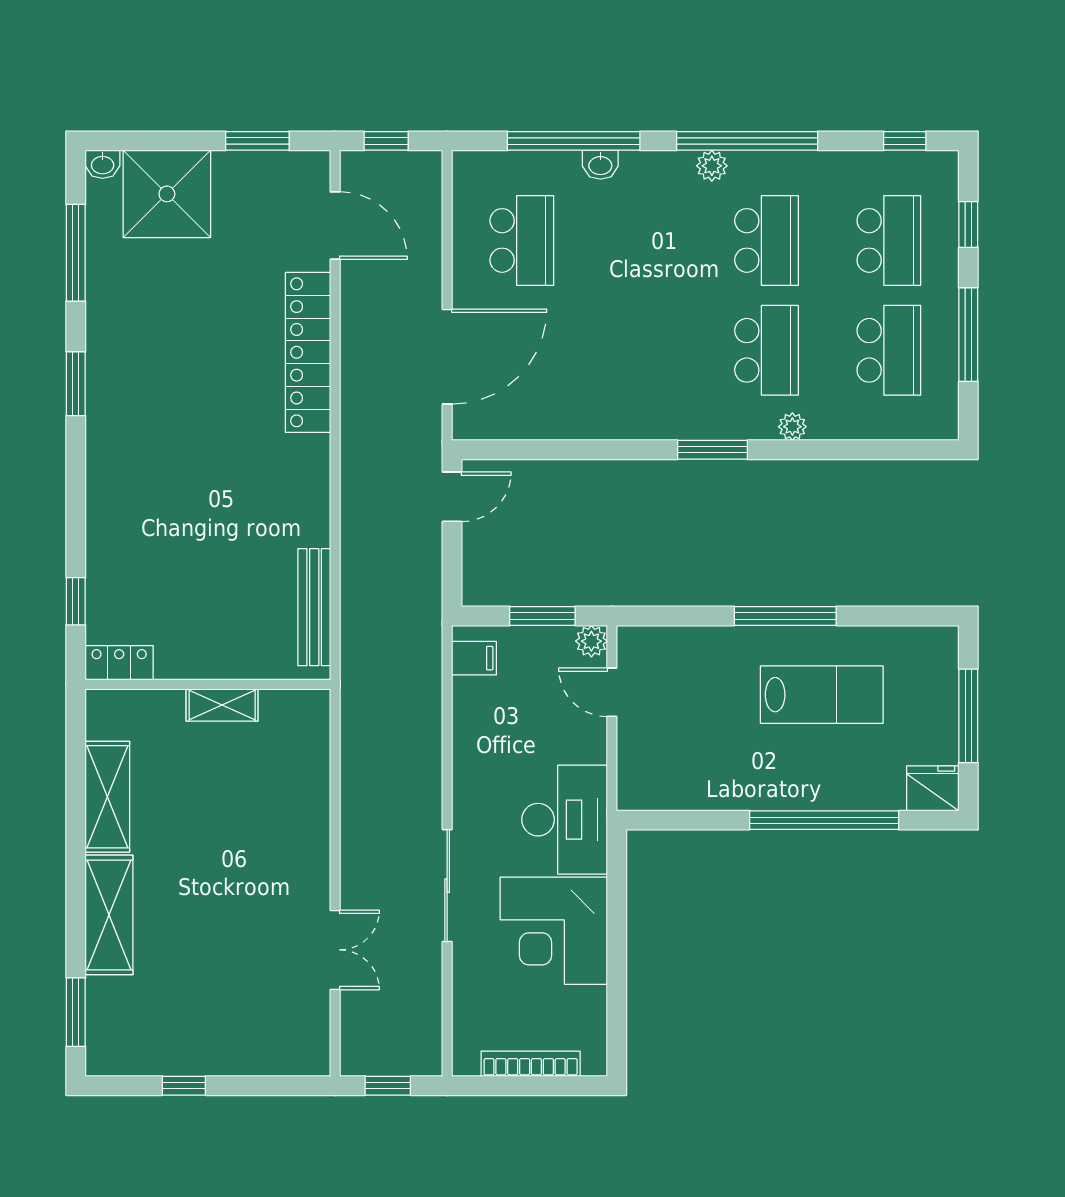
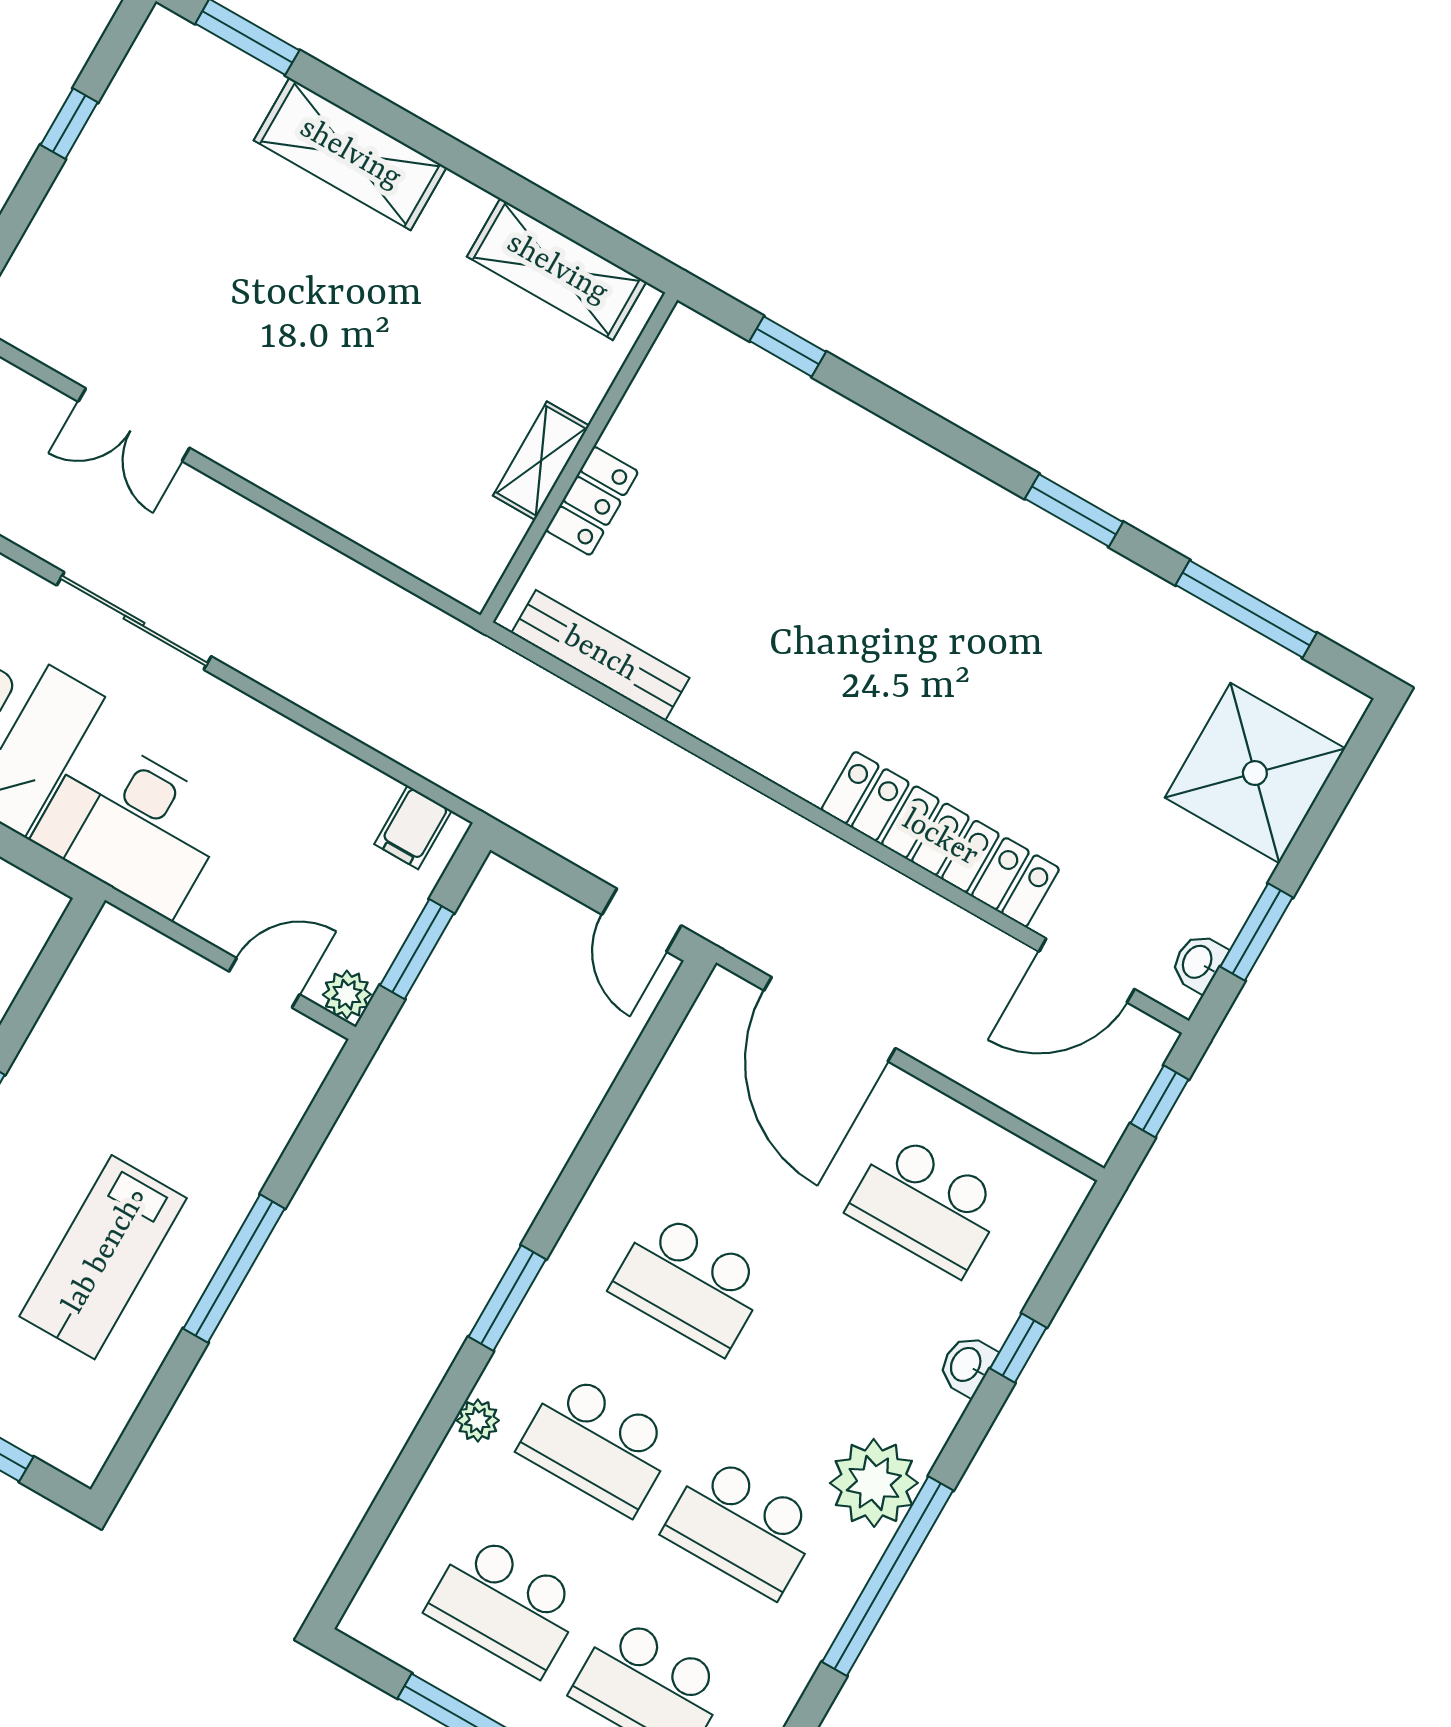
window: (574, 141) -> (1018, 1348), width x0.32
washbasin: (103, 164) -> (1198, 962), moved
plant: (712, 166) -> (874, 1483), width x1.88, depth x1.88
school desk: (644, 350) -> (690, 1283), added
locker: (119, 663) -> (592, 501), moved
shelving: (107, 797) -> (557, 269), moved

